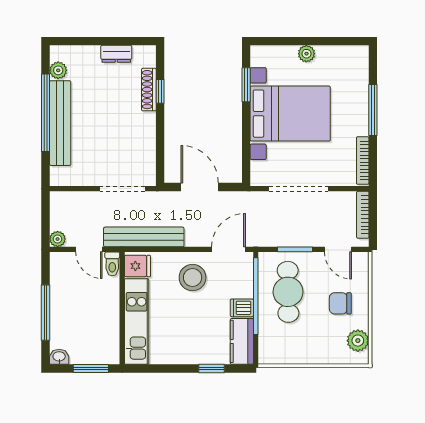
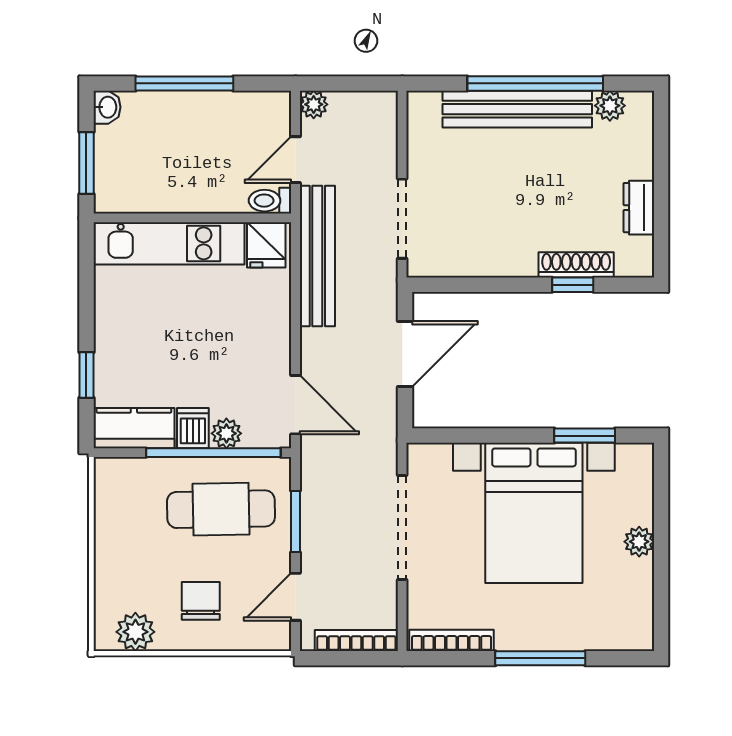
stool: (193, 278) -> (246, 342), removed
plant: (245, 289) -> (226, 433), added

